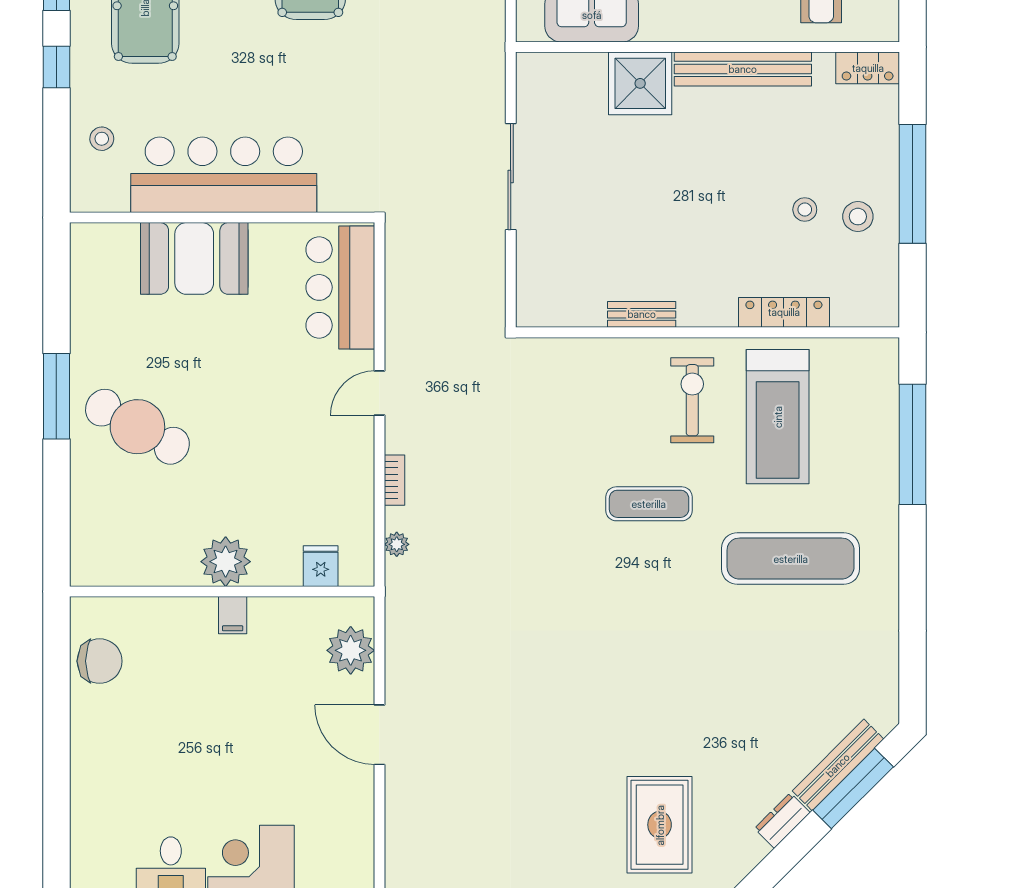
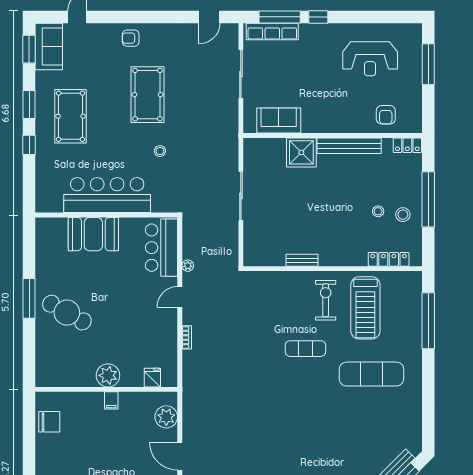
stool: (102, 139) -> (160, 151), moved
locker: (784, 312) -> (389, 259), moved
plant: (397, 544) -> (188, 266), moved

